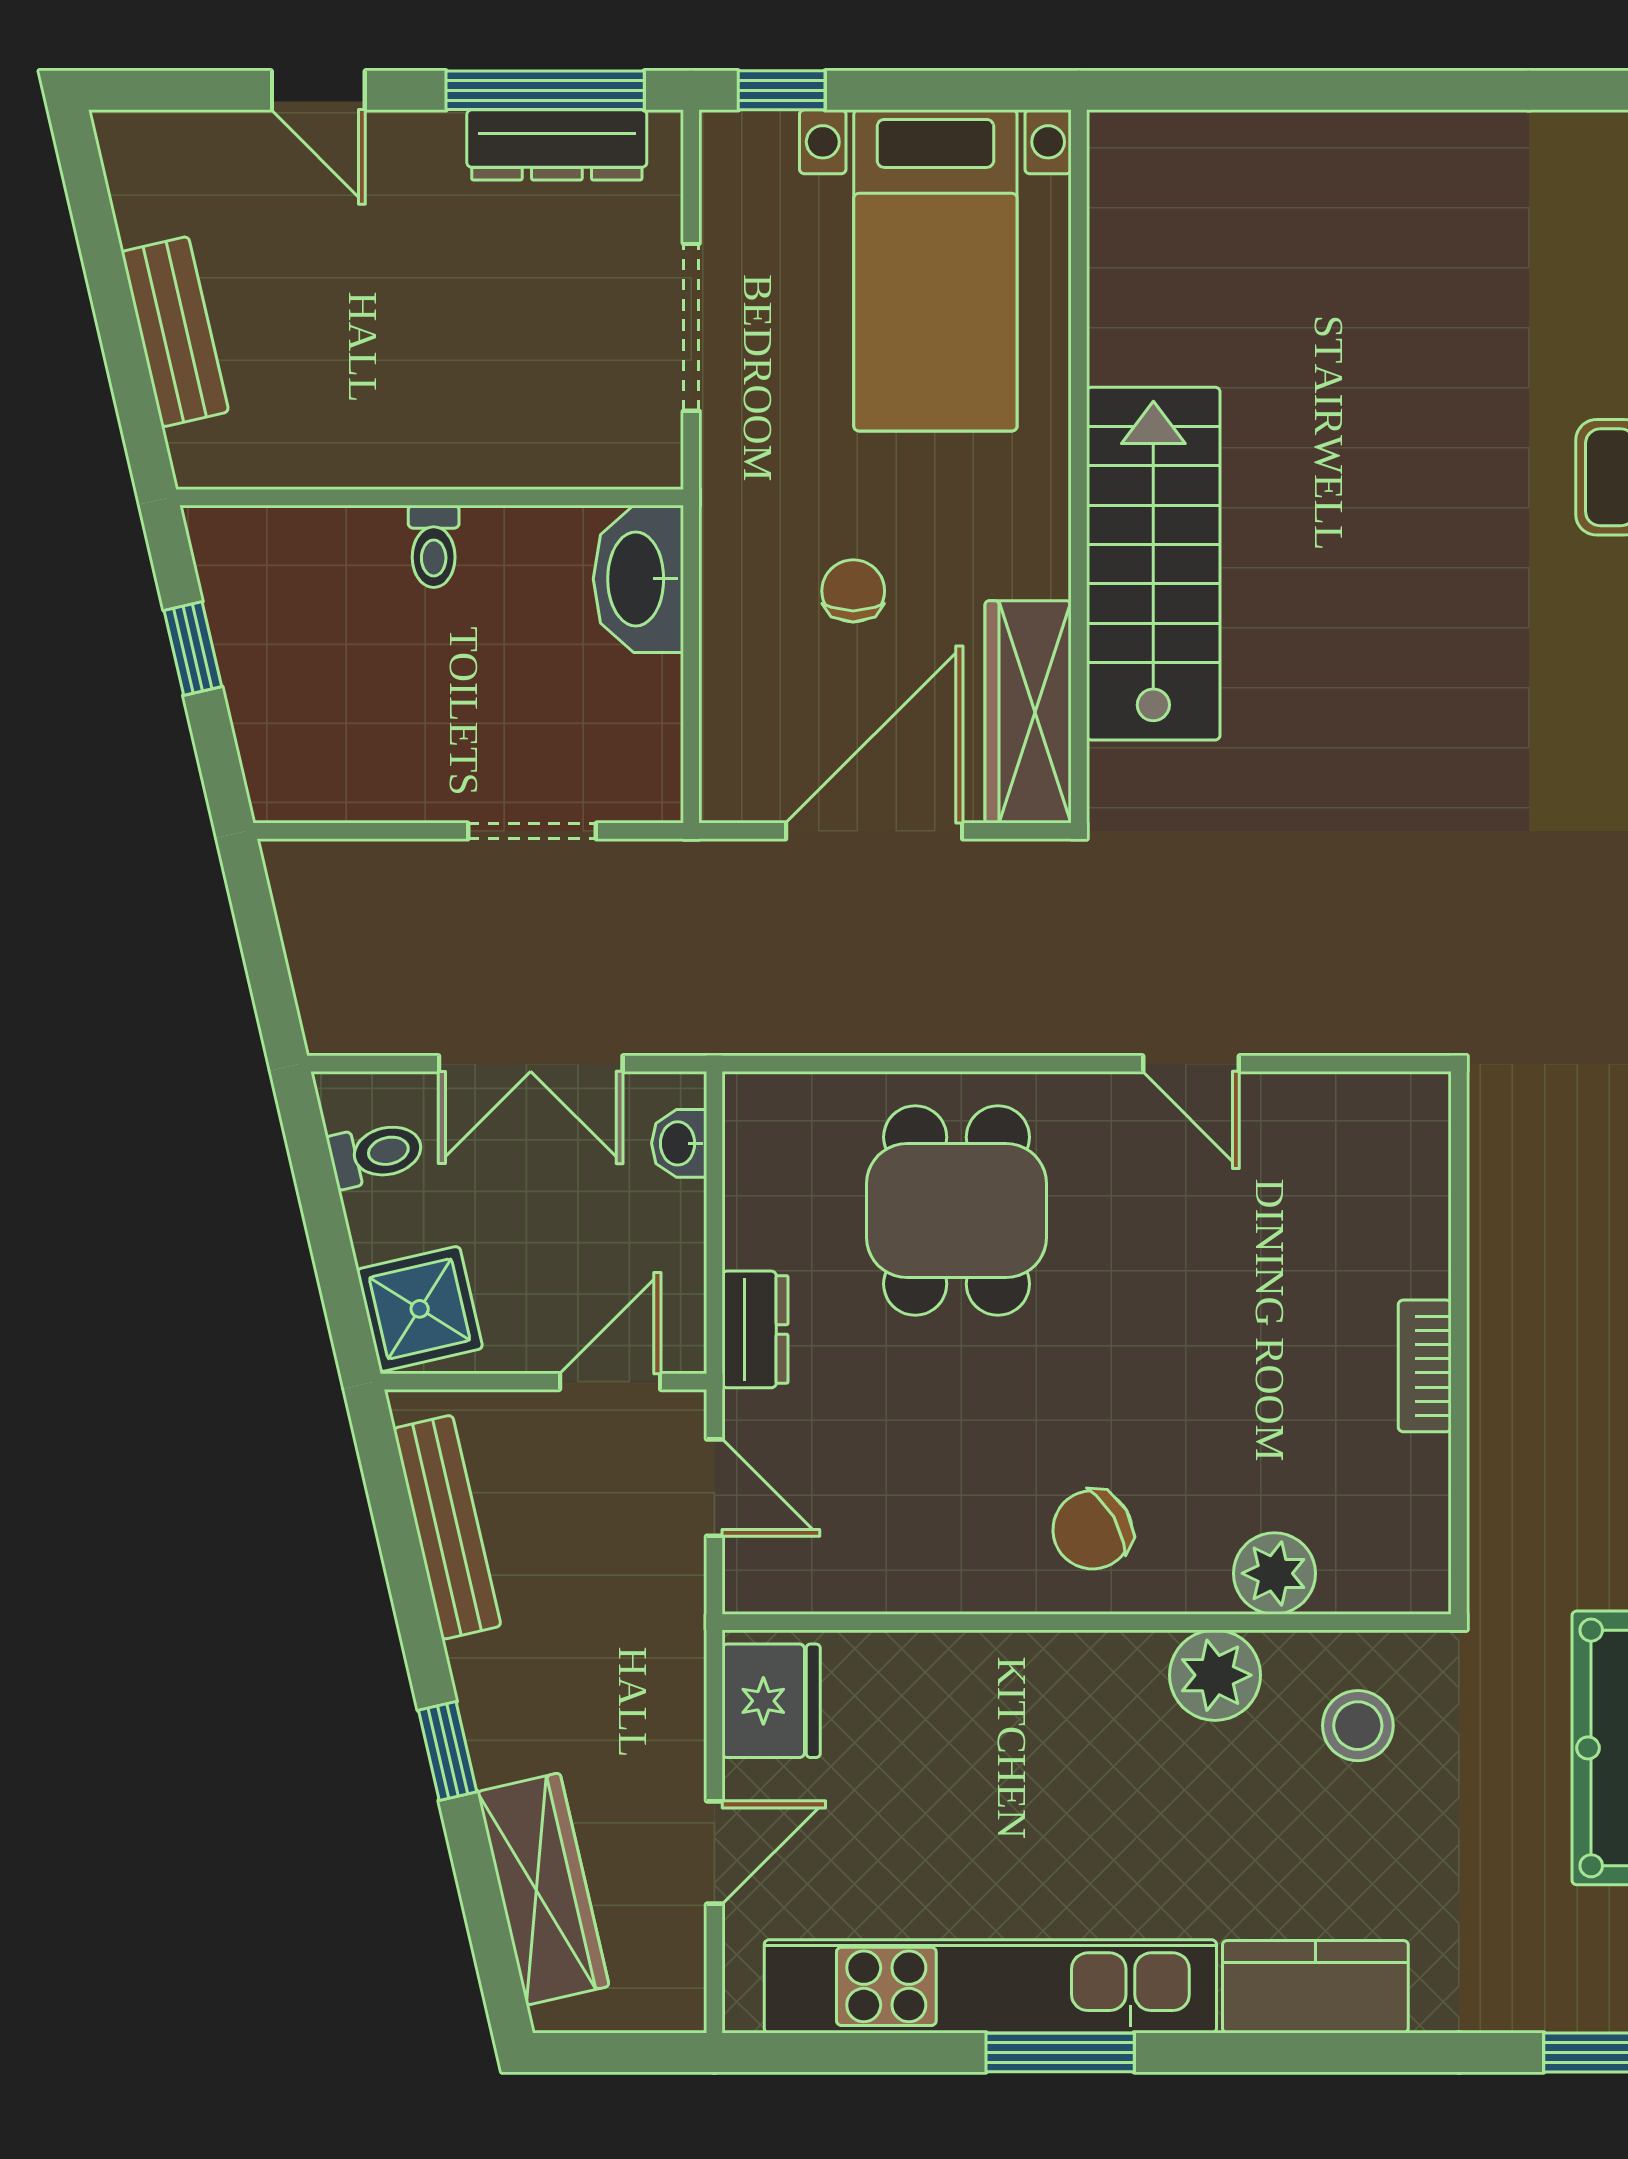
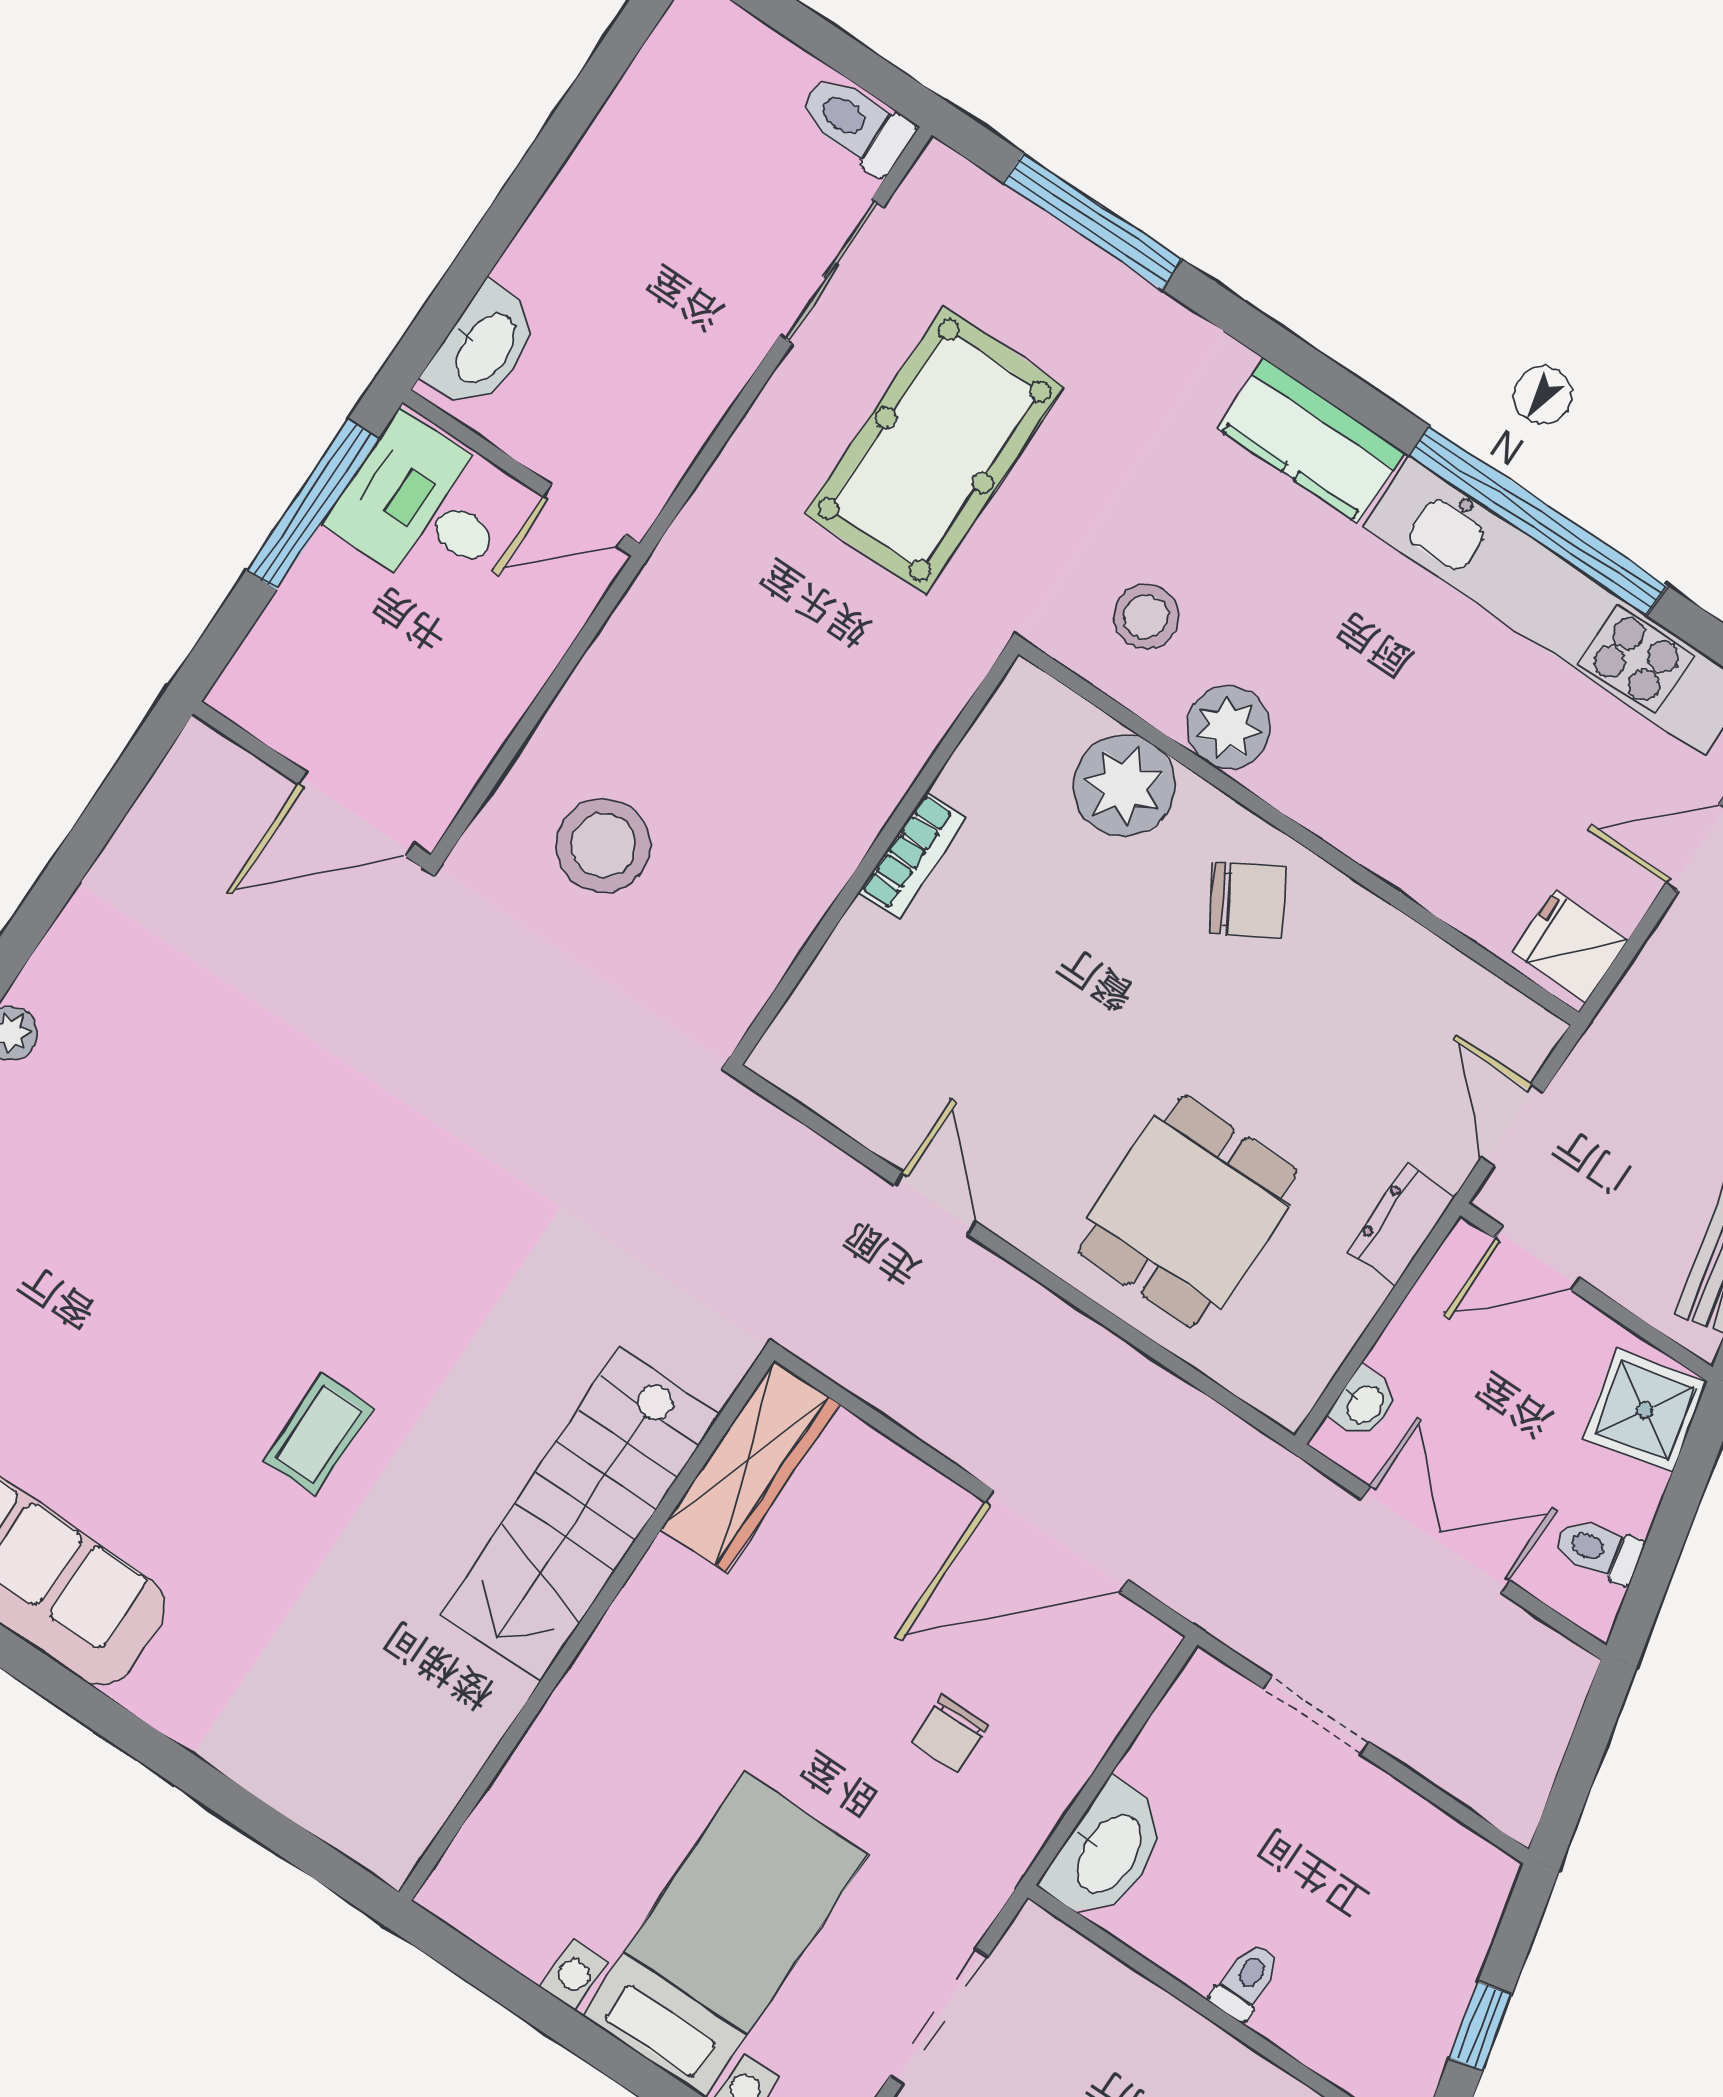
wall: (1079, 466) -> (587, 1626), moved
stairs: (1153, 564) -> (580, 1515), moved
wardrobe: (1028, 712) -> (750, 1466), moved
plant: (1274, 1573) -> (1124, 786), width x1.36, depth x1.36
fridge: (771, 1701) -> (1570, 946), width x0.72
window: (1060, 2052) -> (1538, 521), width x2.11

